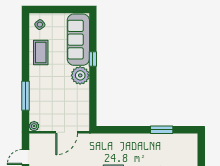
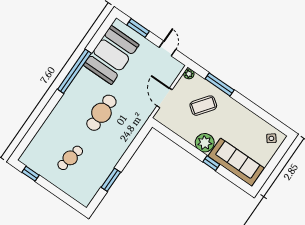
coffee table: (41, 53) -> (203, 106), moved, turned -53

